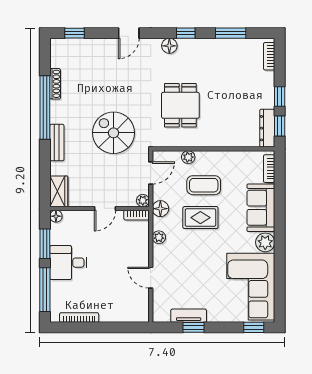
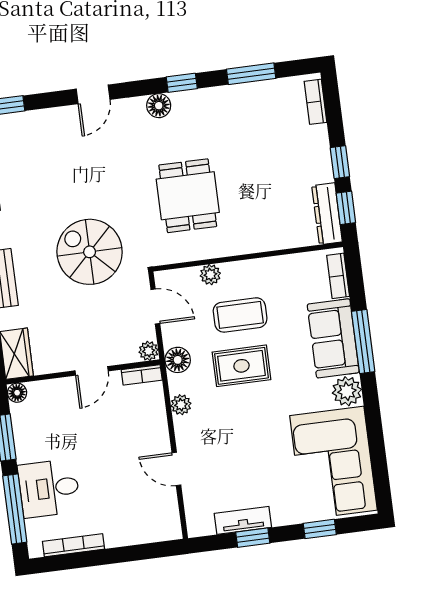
door: (151, 173) -> (155, 307), hinge flipped
window: (280, 212) -> (363, 341), added
desk: (68, 263) -> (49, 488), moved
window: (254, 327) -> (320, 529), moved

